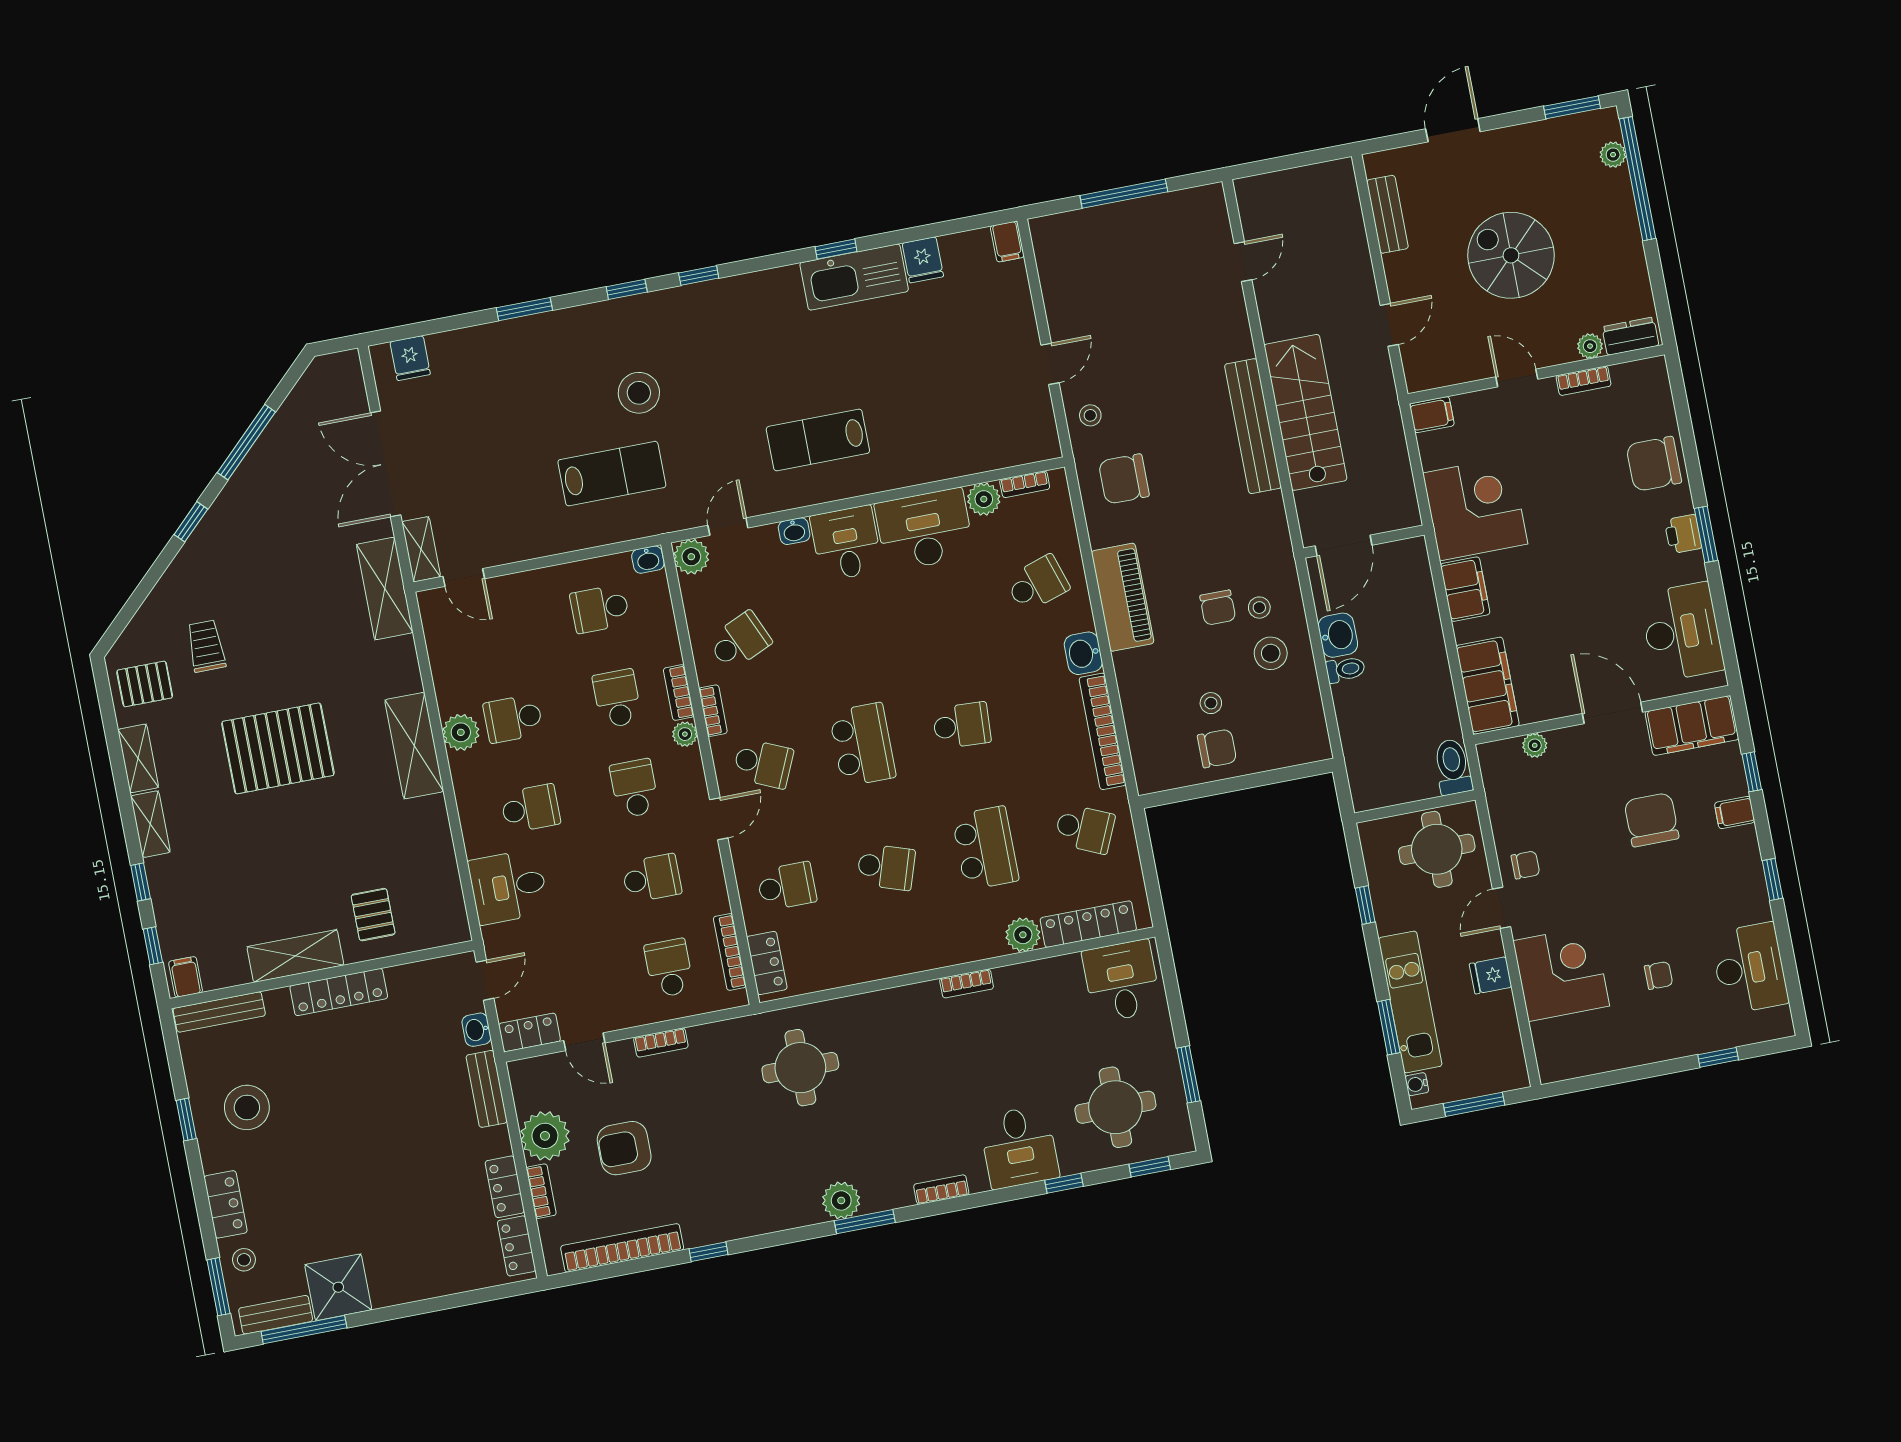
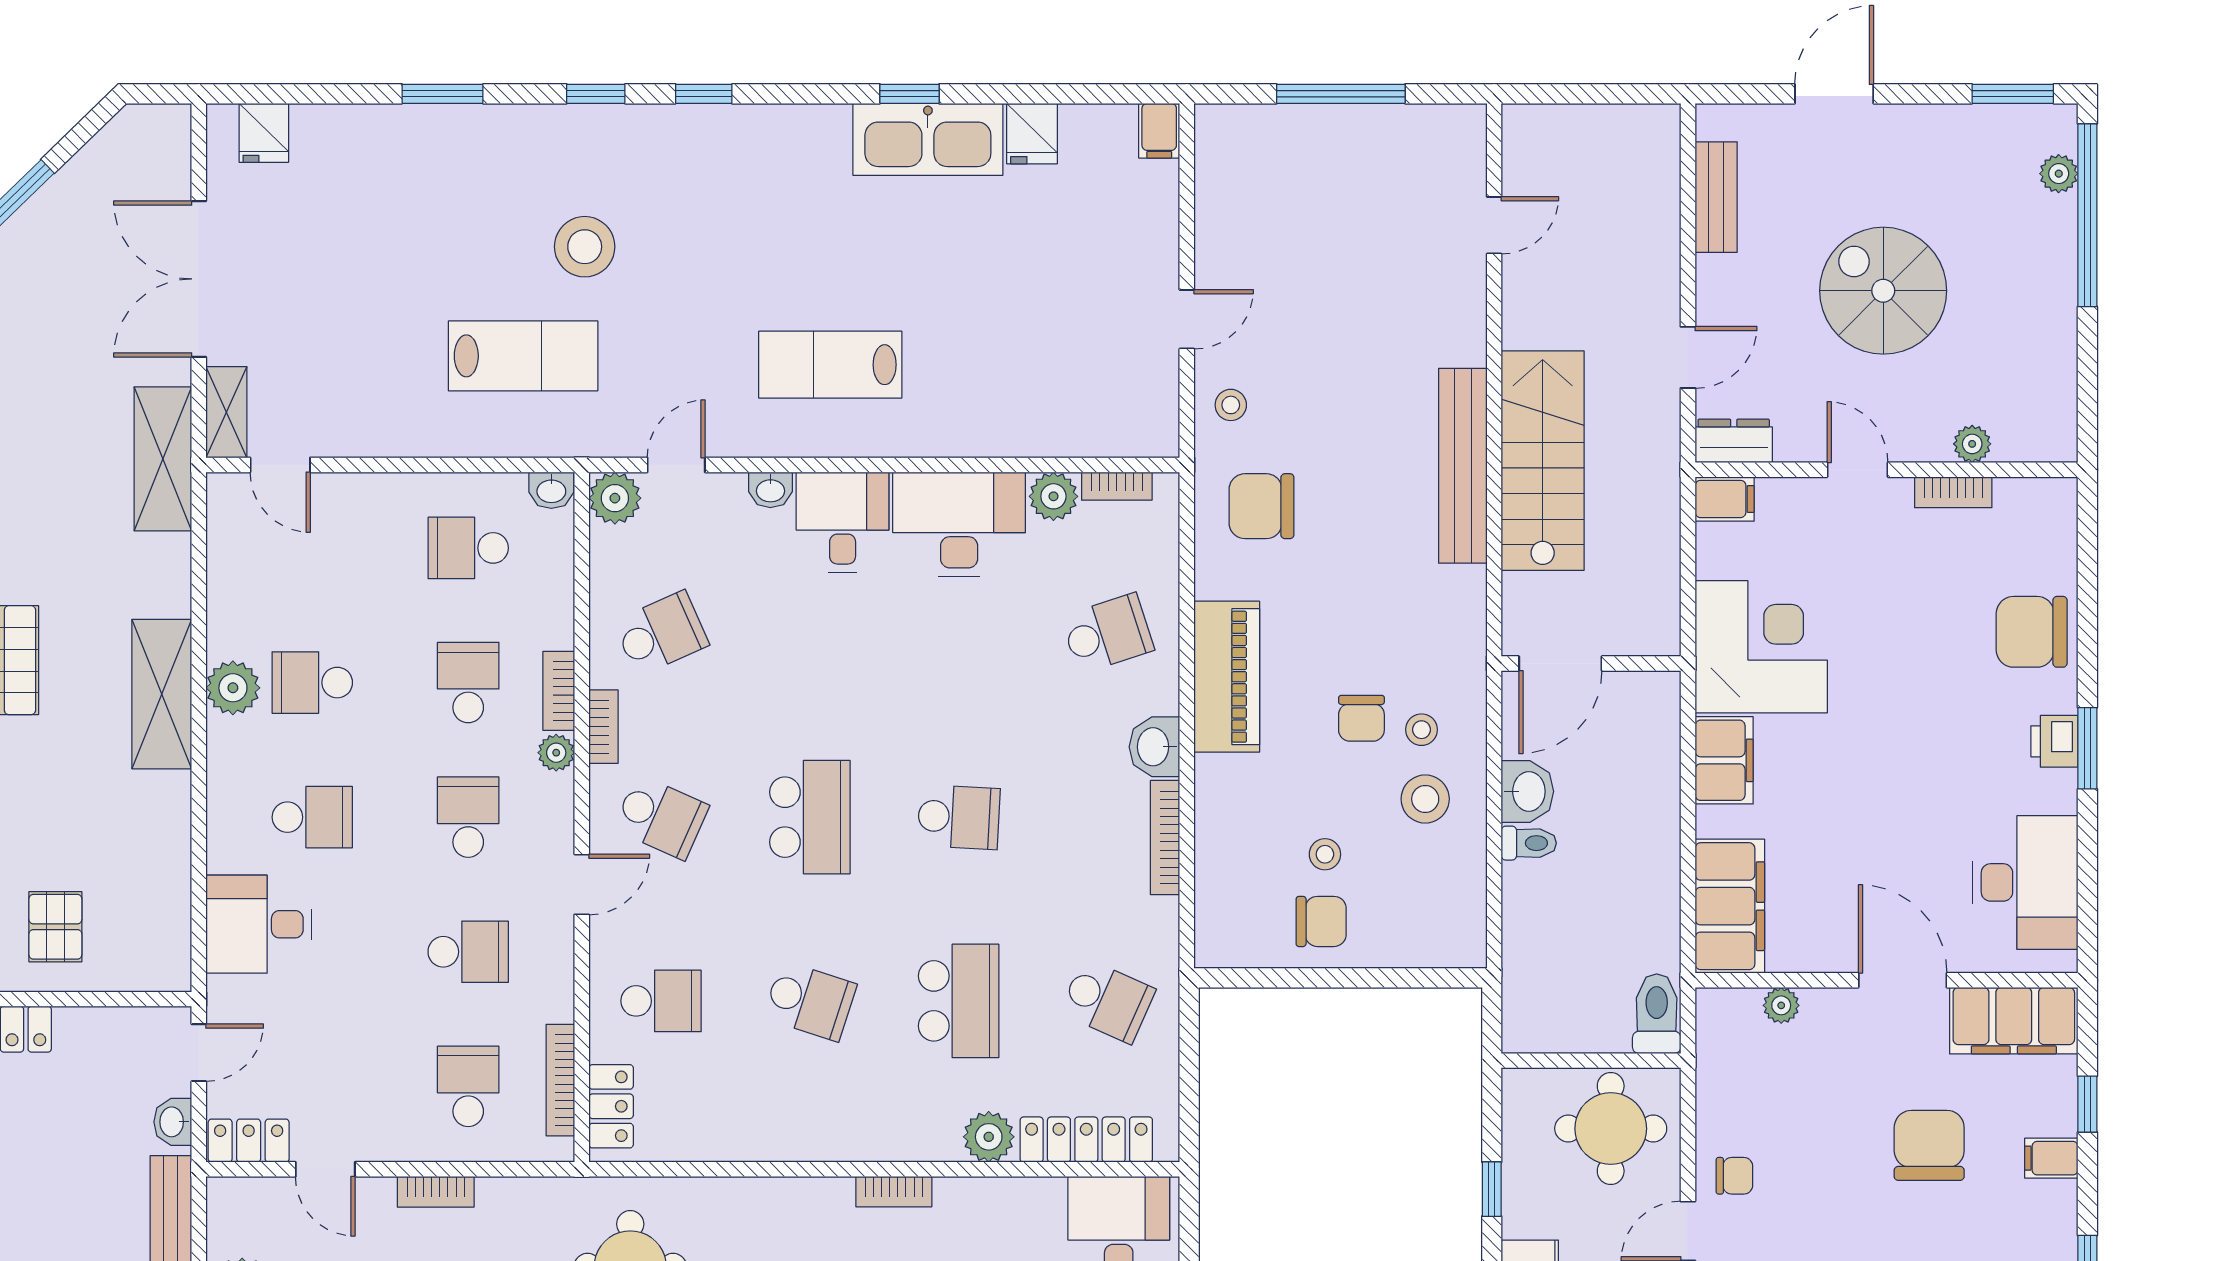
dresser: (1630, 336) -> (1734, 441), moved
bookcase: (1103, 731) -> (1165, 838), width x0.68, depth x0.76

